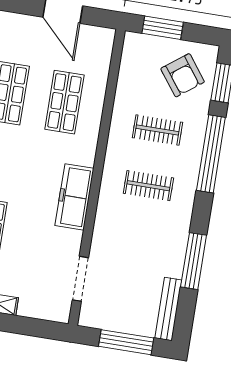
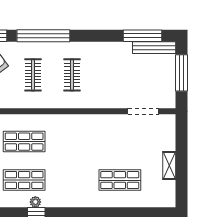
freezer: (74, 197) -> (88, 124), removed
window: (194, 261) -> (142, 36), moved

